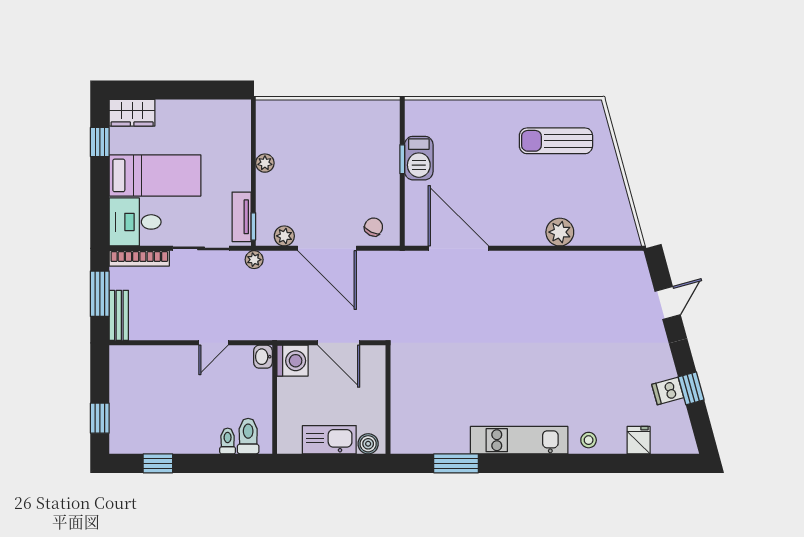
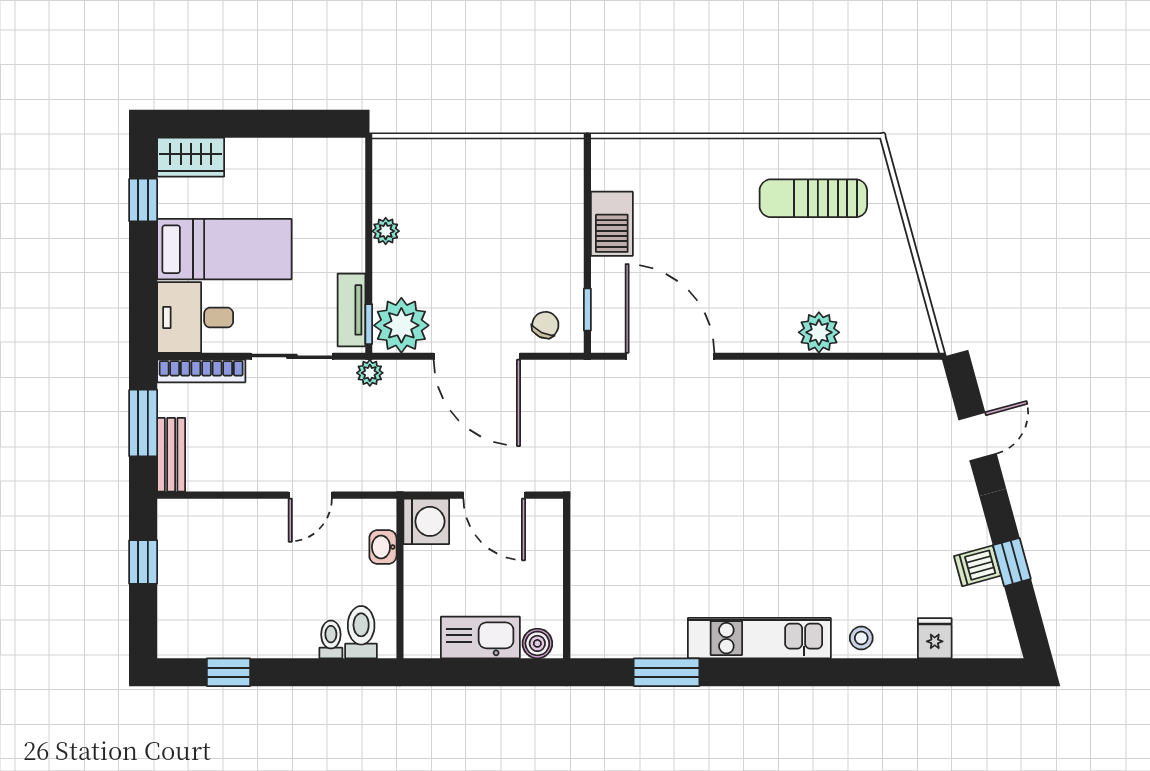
window: (402, 159) -> (587, 310), moved
plant: (284, 236) -> (401, 325), width x1.87, depth x1.87
washbasin: (263, 357) -> (383, 547), moved
window: (100, 418) -> (143, 562), moved

